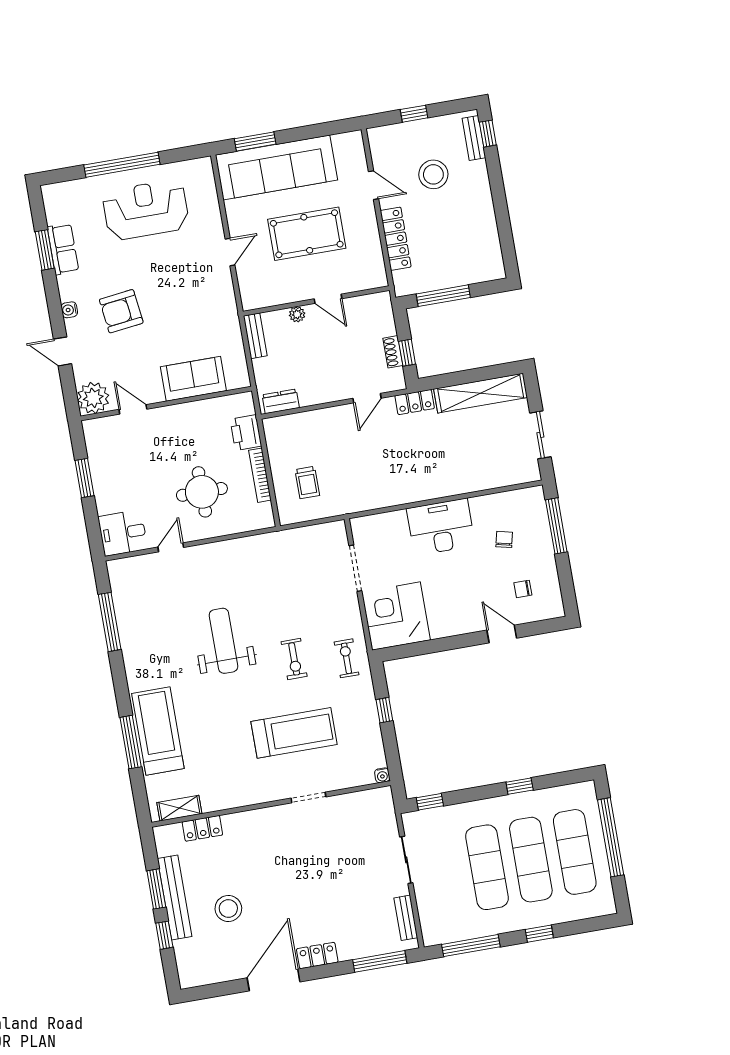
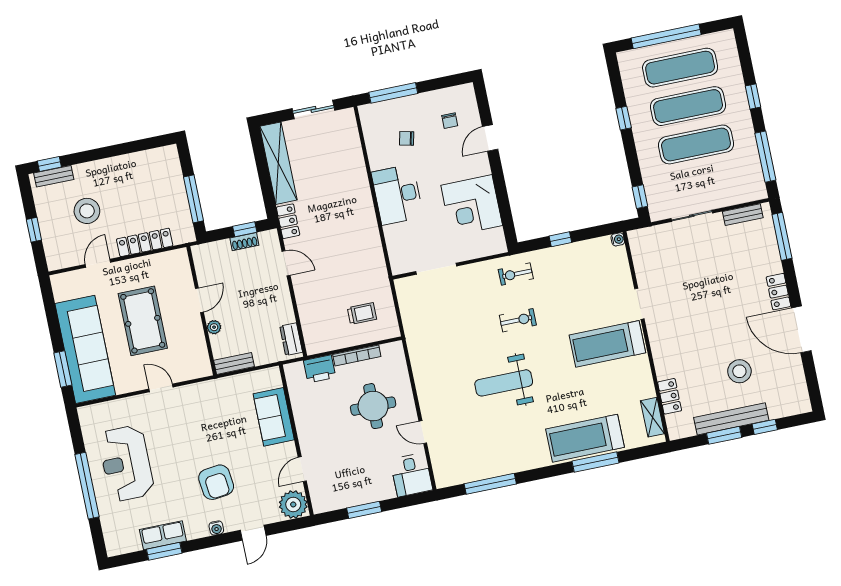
corner desk: (396, 616) -> (472, 205), moved
treadmill: (294, 733) -> (607, 344), moved, turned -90

